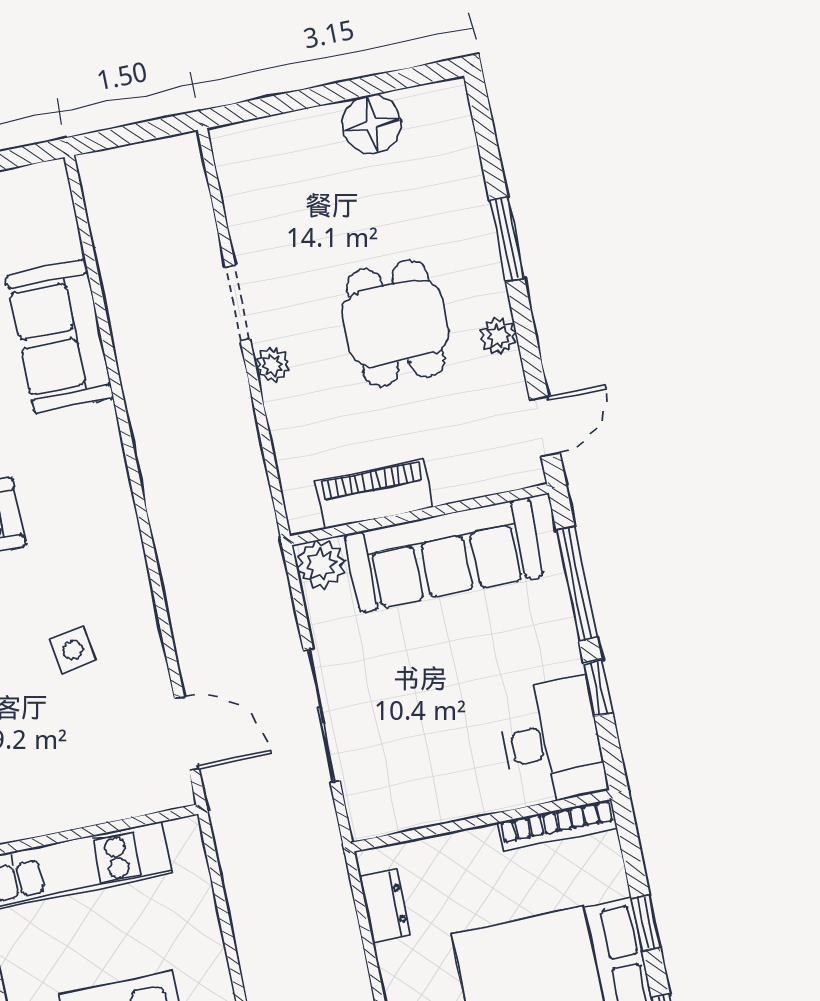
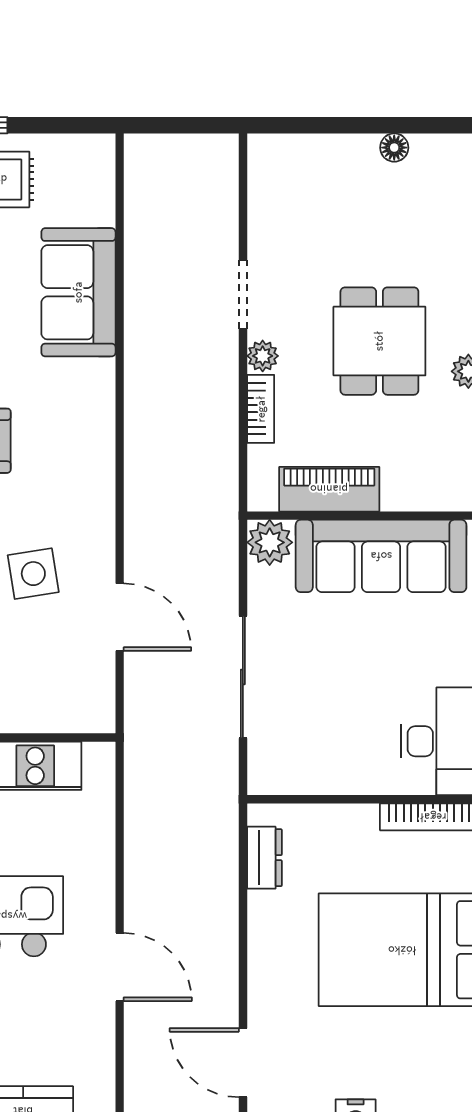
floor lamp: (372, 124) -> (394, 148), width x0.53, depth x0.53
bookcase: (282, 422) -> (261, 409), added
side table: (73, 650) -> (33, 574), width x1.37, depth x1.37
door: (187, 733) -> (120, 617), moved

